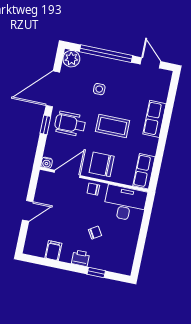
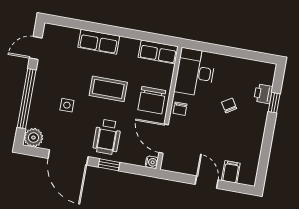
coffee table: (113, 126) -> (108, 89), turned 90
filing cabinet: (53, 251) -> (231, 172), moved, turned 90
printer: (81, 258) -> (263, 94), moved

